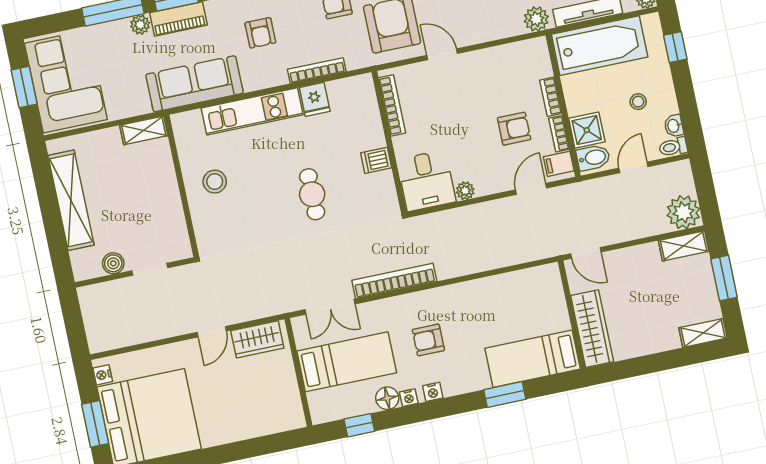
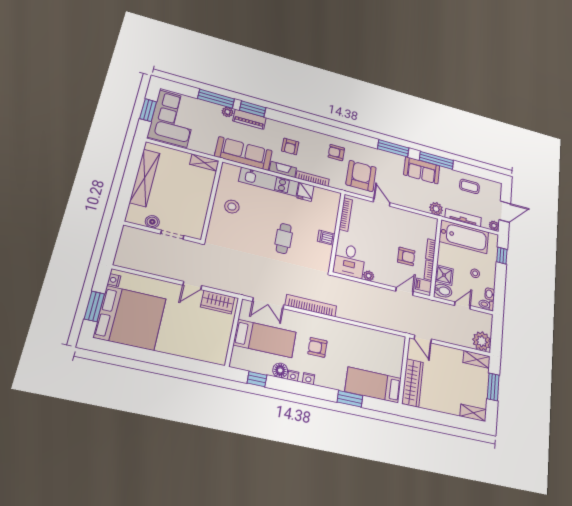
fireplace: (265, 79) -> (283, 169), added

